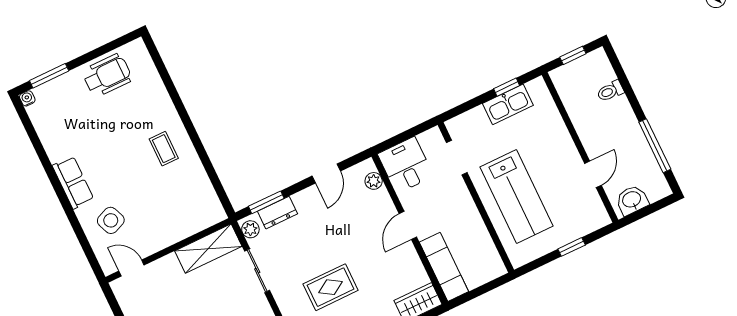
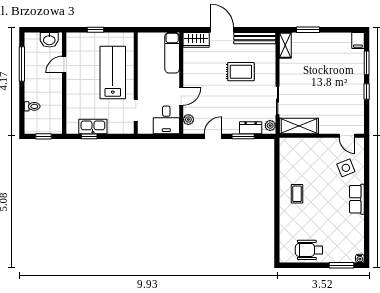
window: (266, 202) -> (243, 136), moved
door: (408, 225) -> (181, 96), moved

